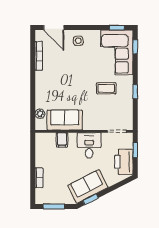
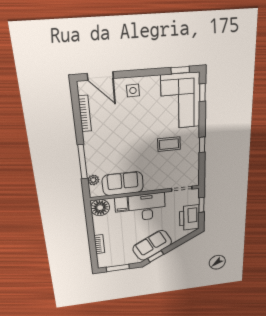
window: (33, 96) -> (83, 162), added
floor lamp: (43, 141) -> (100, 208), added
desk: (89, 145) -> (147, 207), width x1.37

